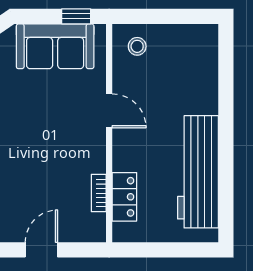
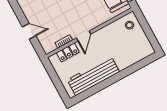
door: (109, 111) -> (84, 36), moved

